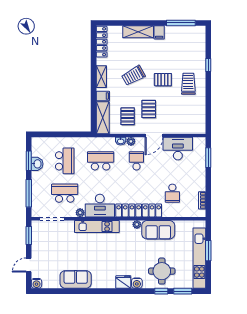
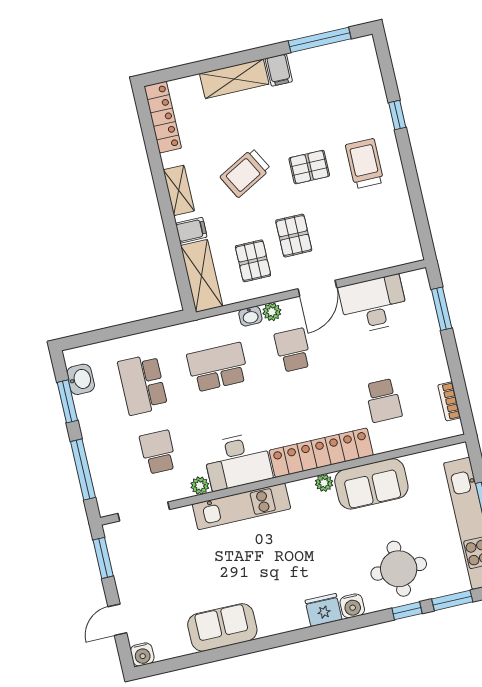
school desk: (65, 161) -> (143, 384), turned 180
washbasin: (37, 164) -> (81, 379), moved
school desk: (65, 193) -> (158, 452), width x0.54

